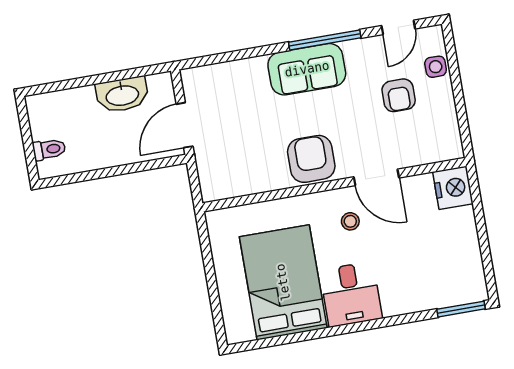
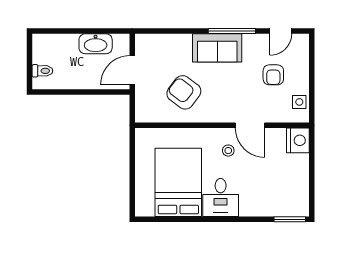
side table: (436, 67) -> (299, 102), moved
armchair: (311, 159) -> (184, 92), moved, turned -53

